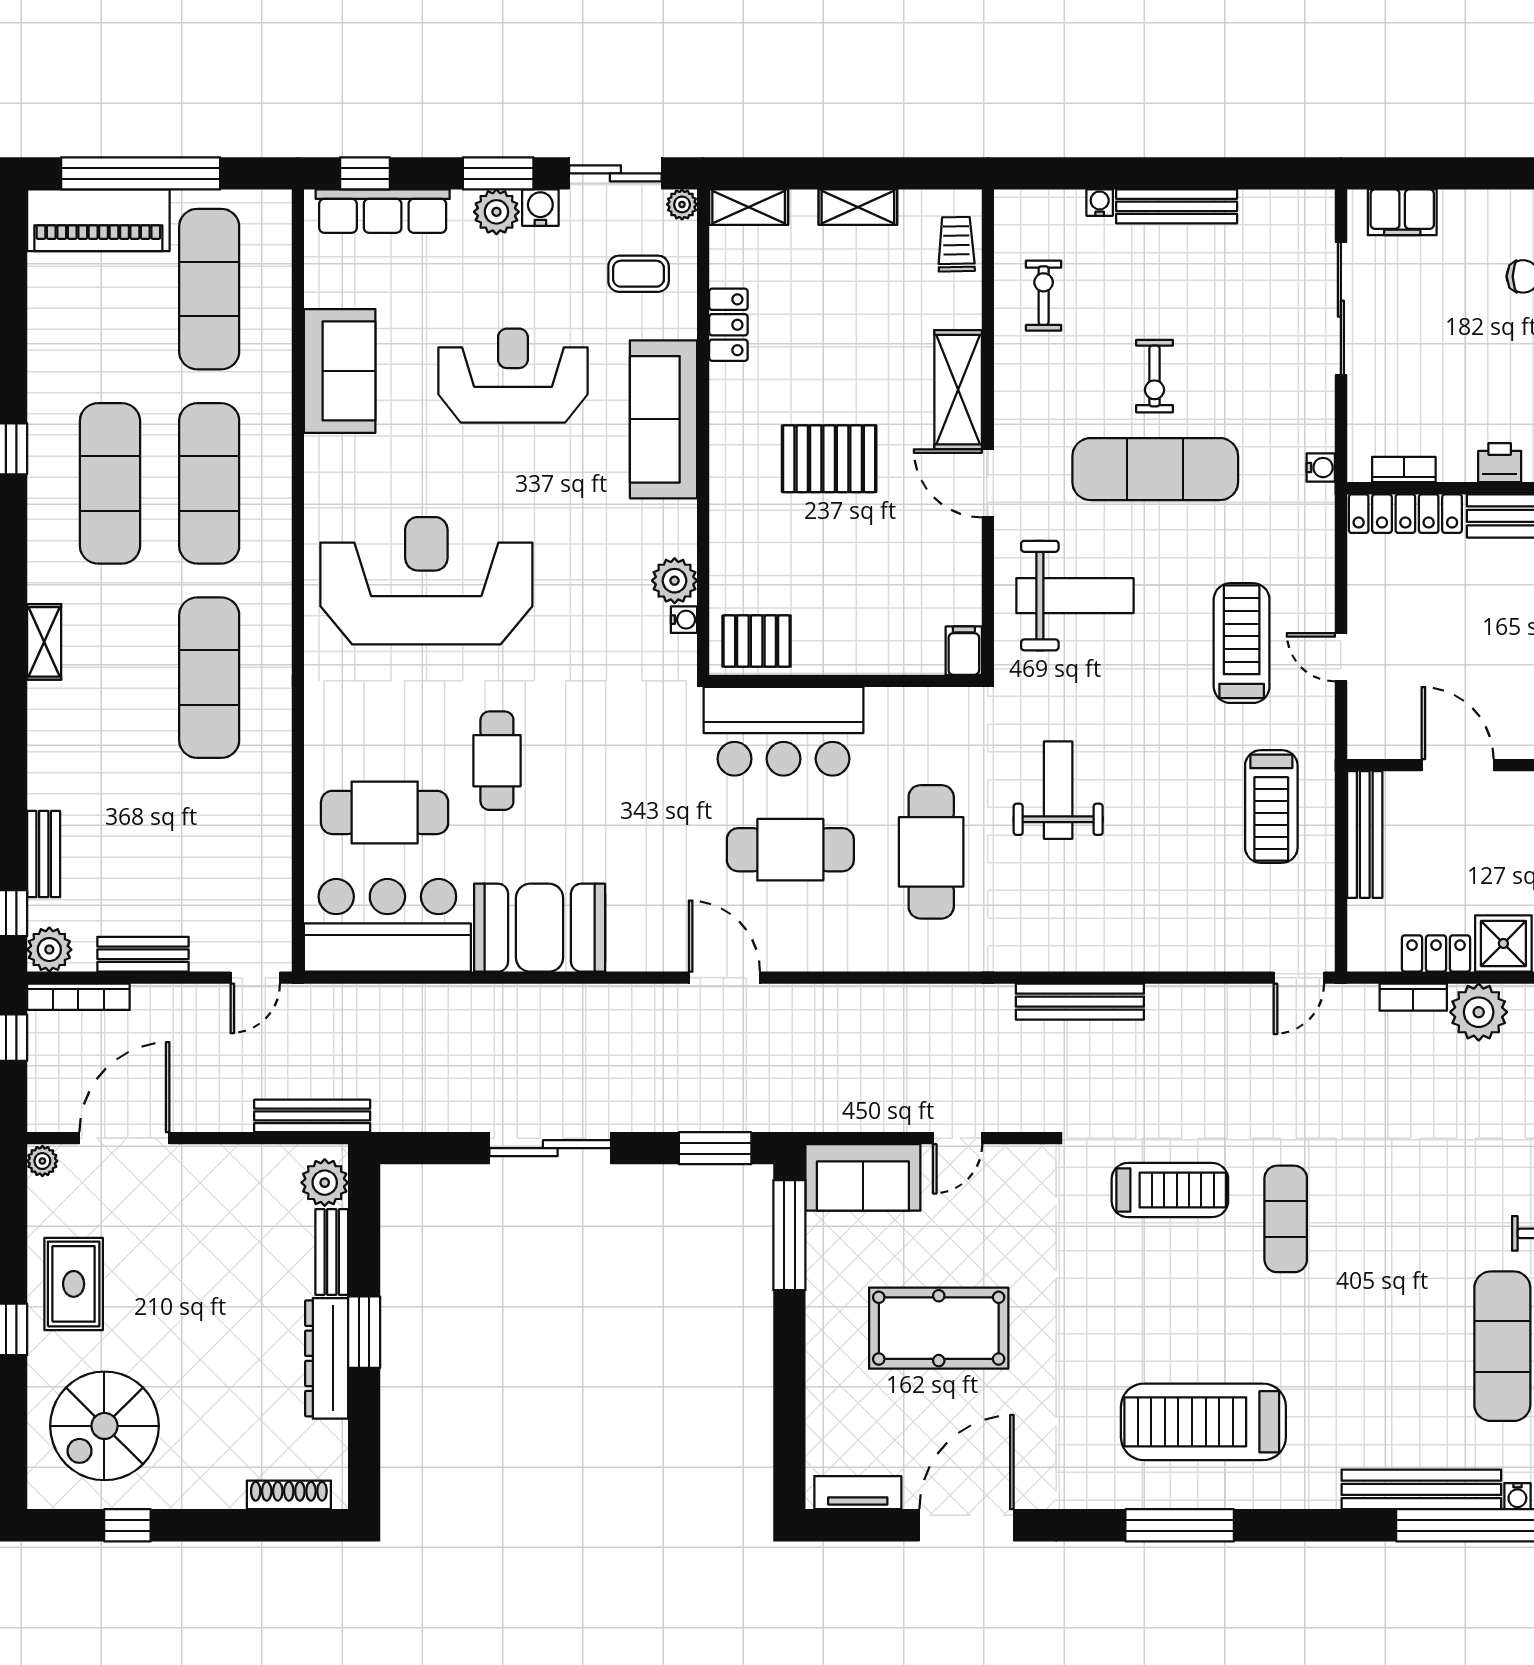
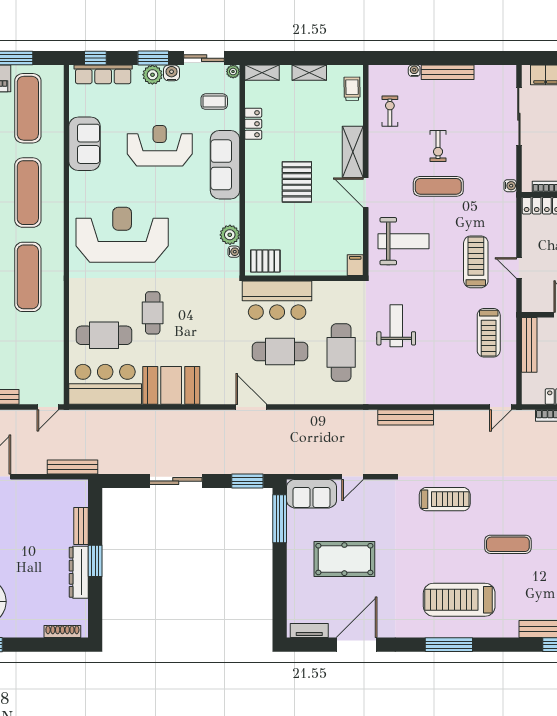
pallet: (829, 459) -> (297, 182), turned 90
exercise mat: (1155, 469) -> (438, 186), width x0.73, depth x0.69
plant: (325, 1183) -> (78, 496), removed
exercise mat: (1286, 1219) -> (508, 544), moved, turned 90

